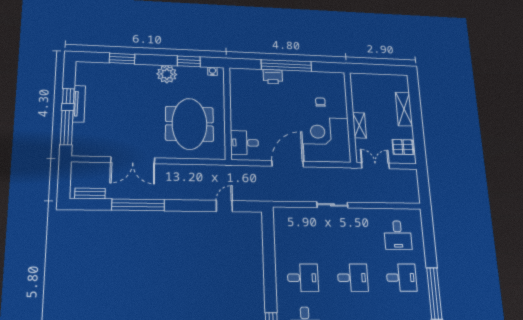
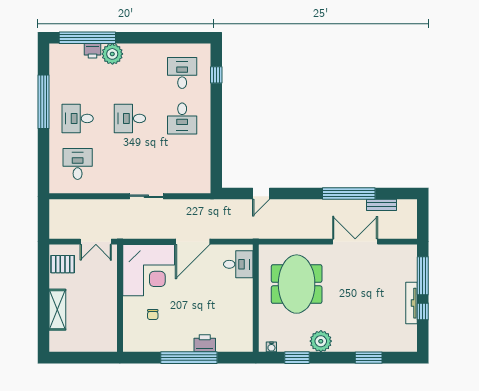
shelving: (359, 125) -> (110, 288), removed
bench: (90, 194) -> (381, 205), moved
desk: (303, 278) -> (182, 118), turned -90

